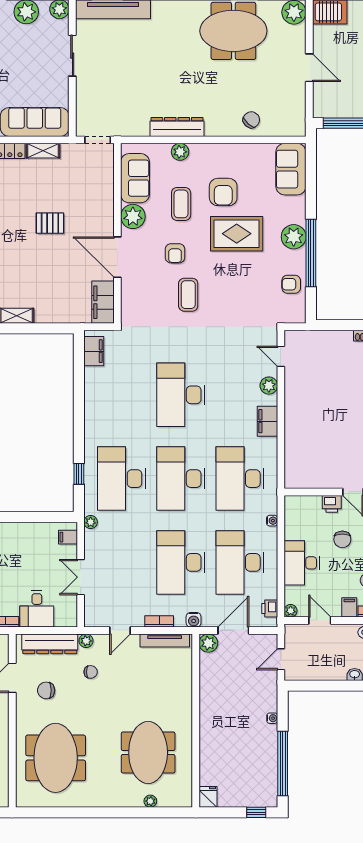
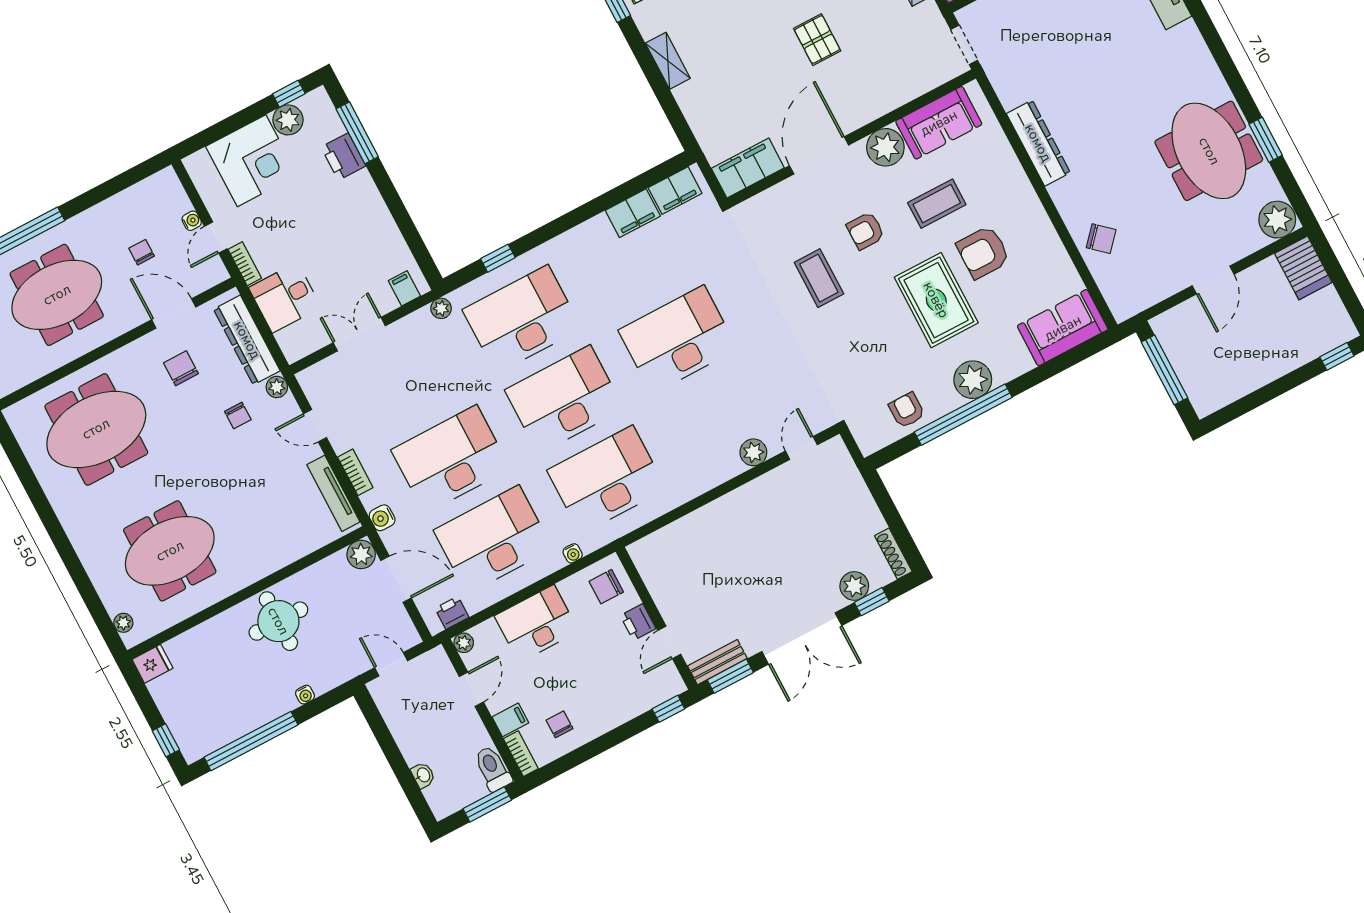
plant: (180, 152) -> (1007, 165), removed
coffee table: (188, 295) -> (819, 278), turned 90
filing cabinet: (267, 421) -> (633, 213), moved, turned 180
chair: (342, 539) -> (606, 587), moved
round table: (222, 711) -> (278, 621), added
plant: (150, 801) -> (123, 623), moved

